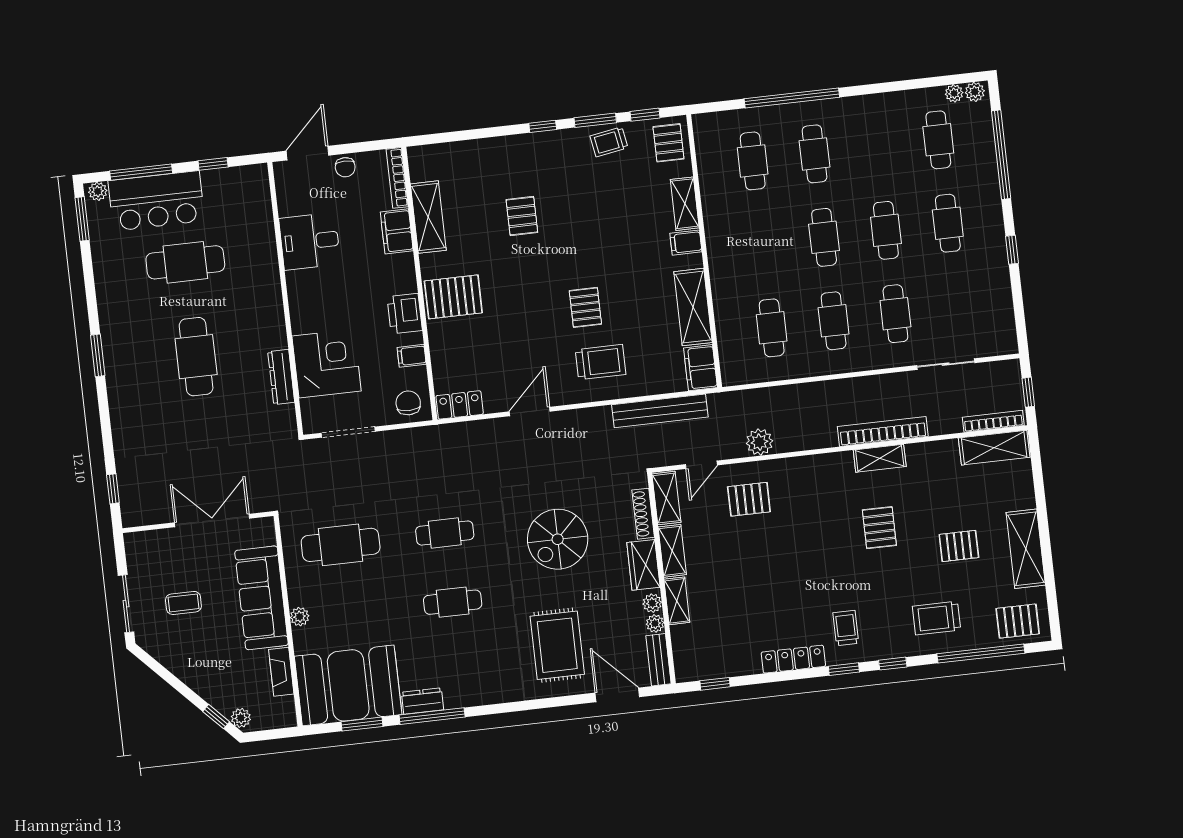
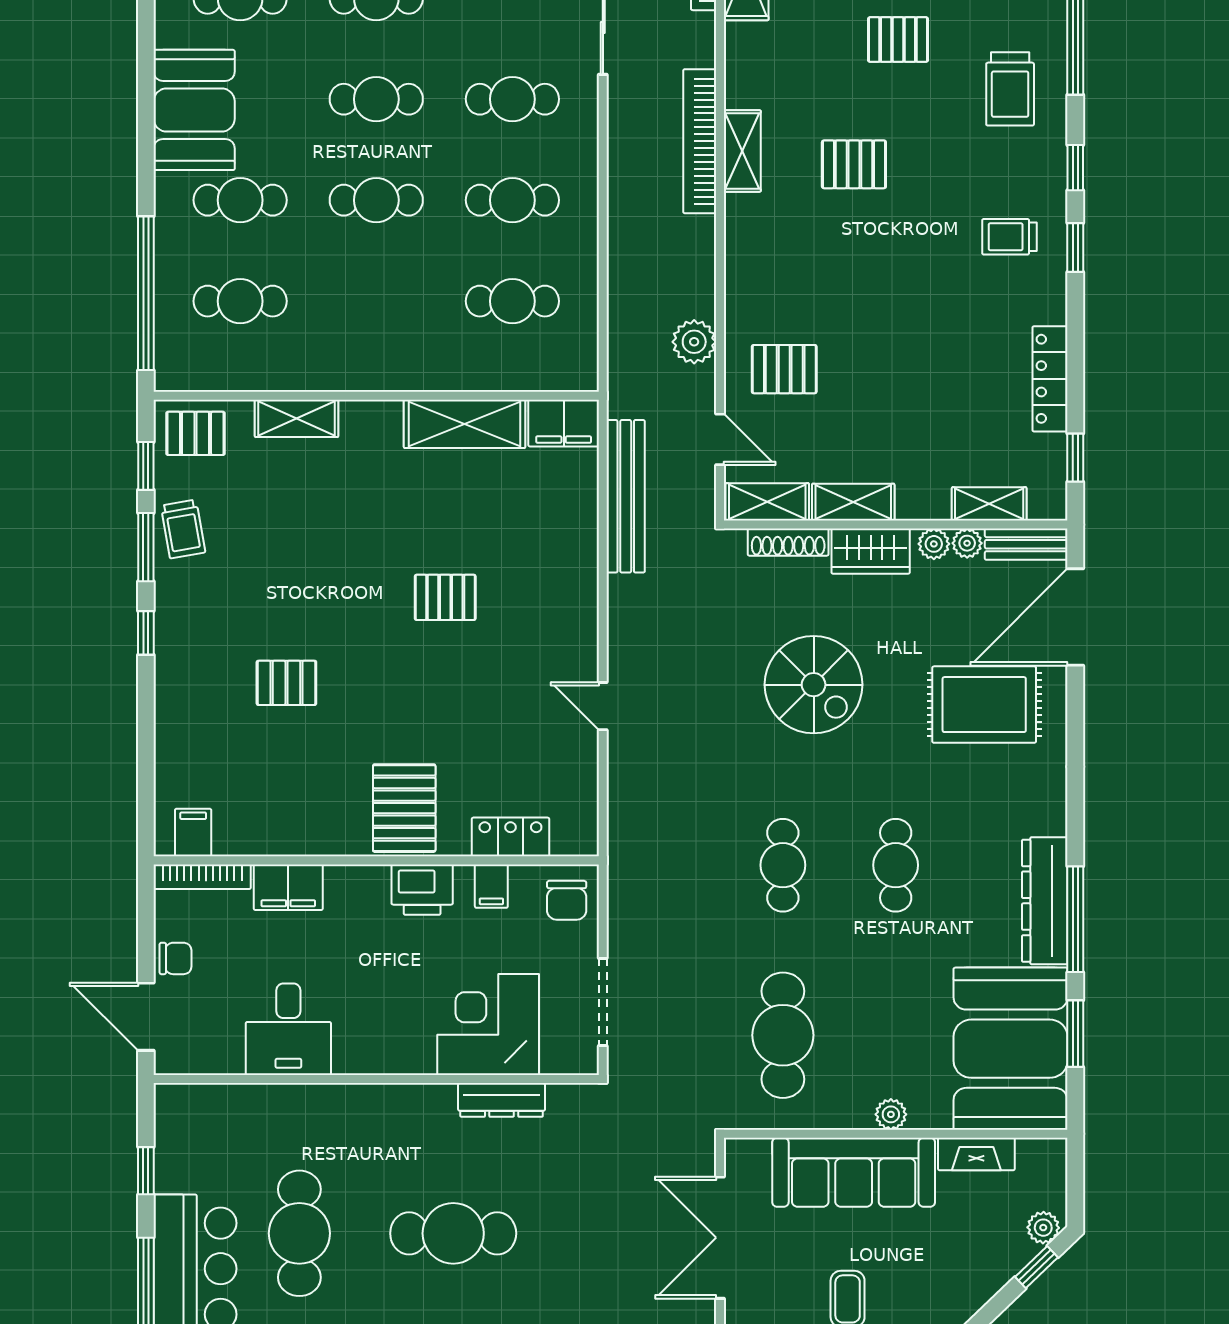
window: (792, 98) -> (146, 293), moved
booth: (867, 119) -> (194, 110), added
shelving: (428, 217) -> (271, 834), removed
filing cabinet: (686, 243) -> (193, 833), moved, turned 180
trolley: (601, 362) -> (536, 583), removed
chair: (408, 403) -> (567, 900), turned -90
locker: (460, 405) -> (510, 837), moved, turned 90
door: (530, 412) -> (603, 706), width x0.73
pallet: (749, 499) -> (784, 369), turned 90
pallet: (959, 546) -> (898, 40), turned 90
shelving: (677, 601) -> (989, 504), moved
locker: (793, 659) -> (1050, 379), moved
door: (617, 695) -> (1075, 617), width x1.36
dresser: (422, 701) -> (1045, 901), width x1.96, depth x1.24

